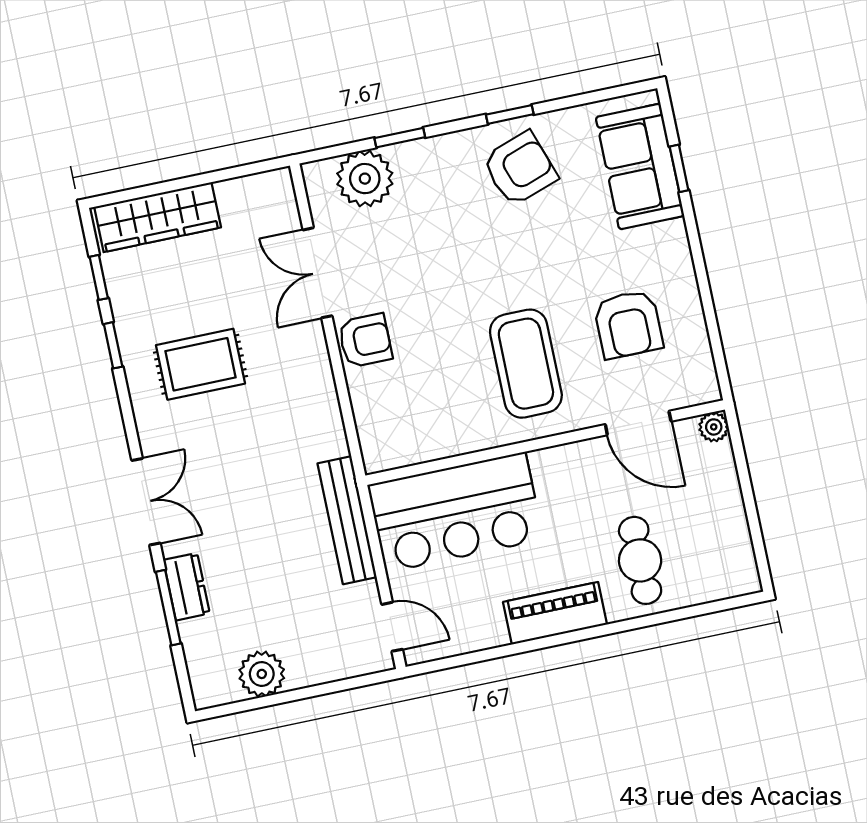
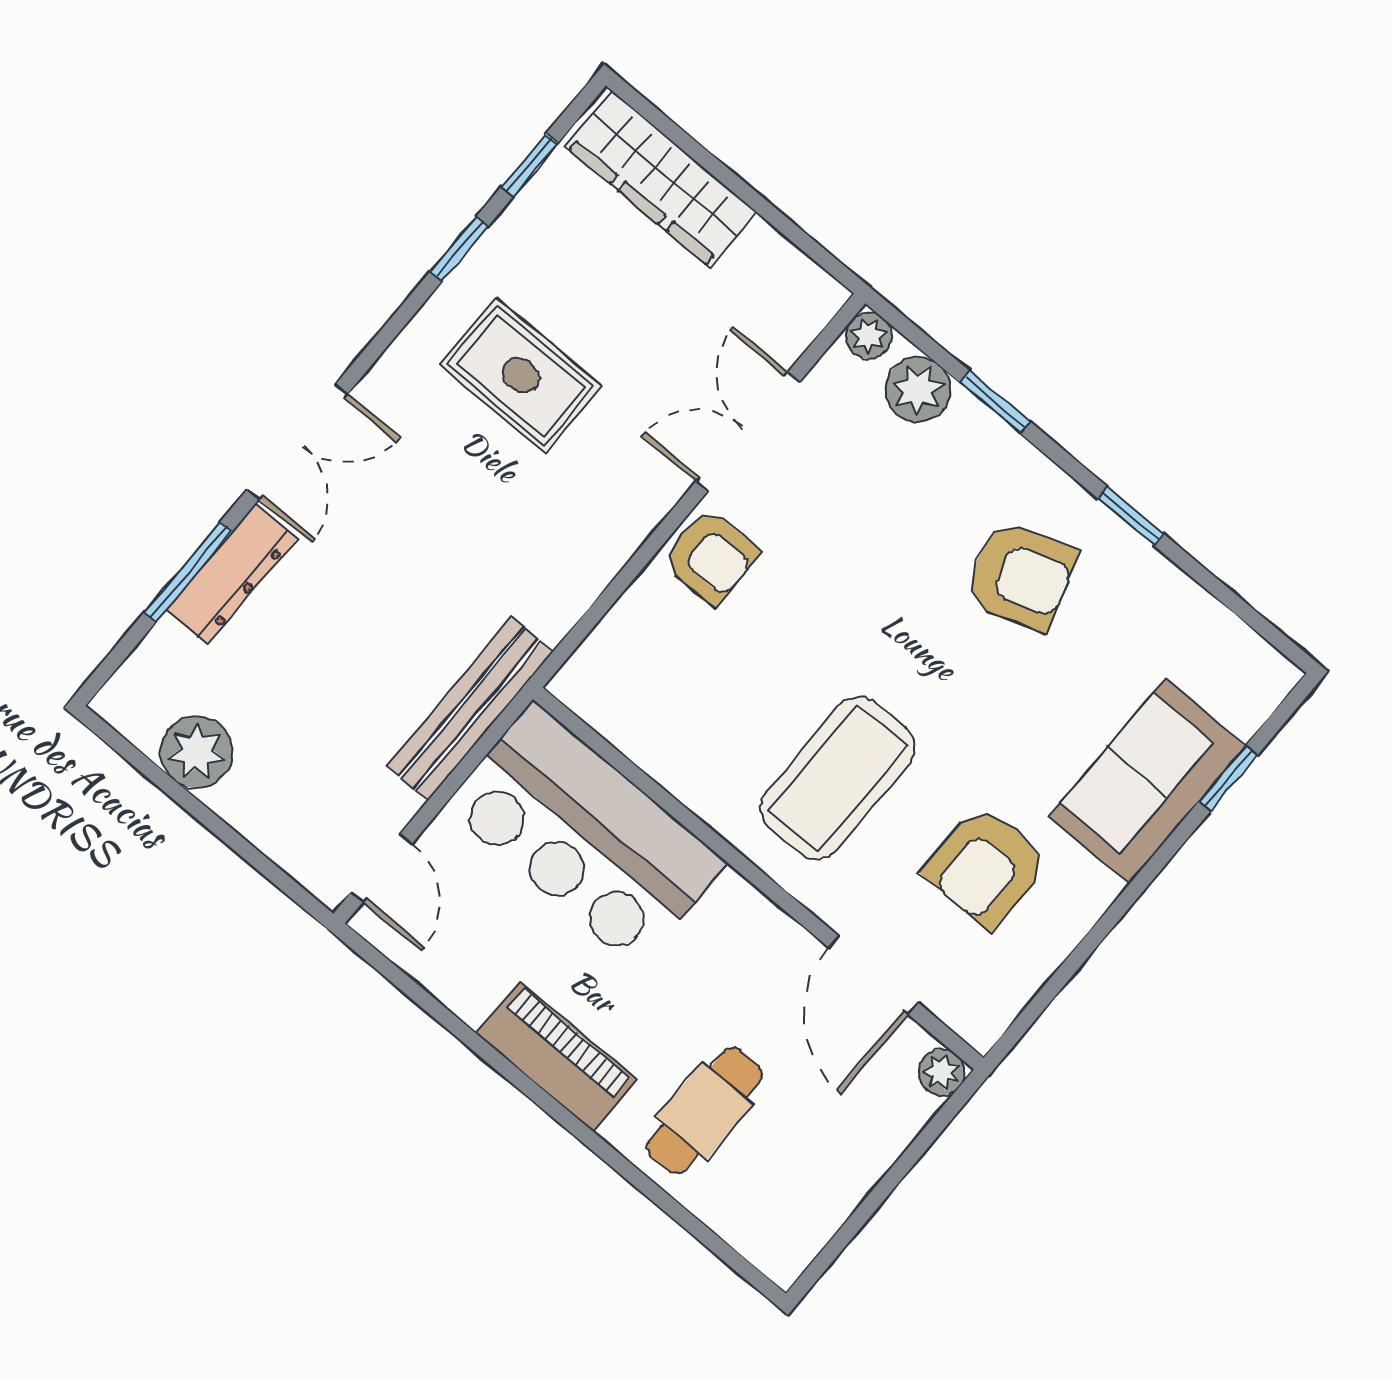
sofa: (640, 166) -> (1147, 781), moved
armchair: (520, 169) -> (1020, 576), moved
plant: (317, 175) -> (869, 336), added
plant: (365, 179) -> (918, 390), width x0.73, depth x0.73
dresser: (186, 587) -> (232, 574), width x1.44

